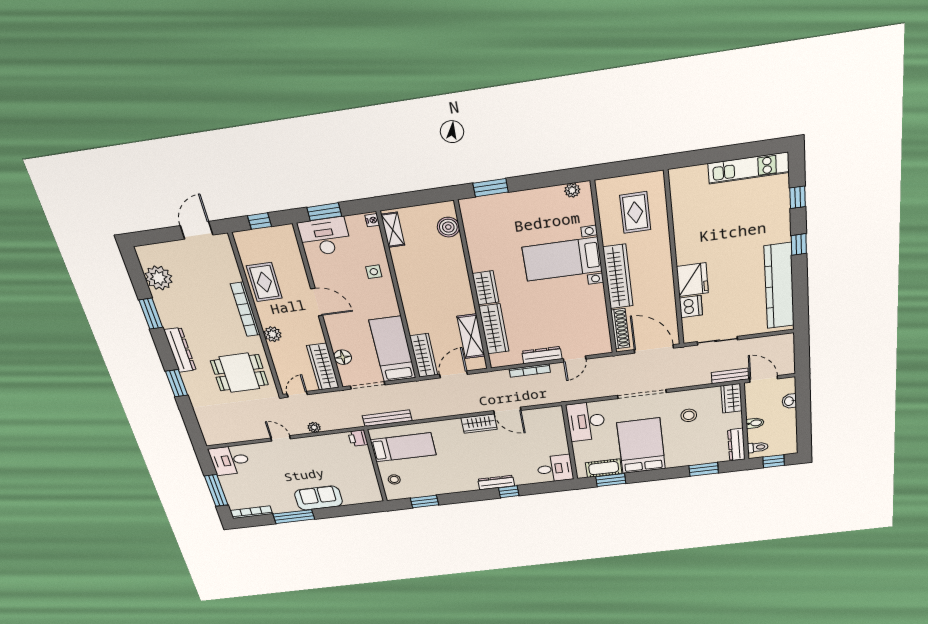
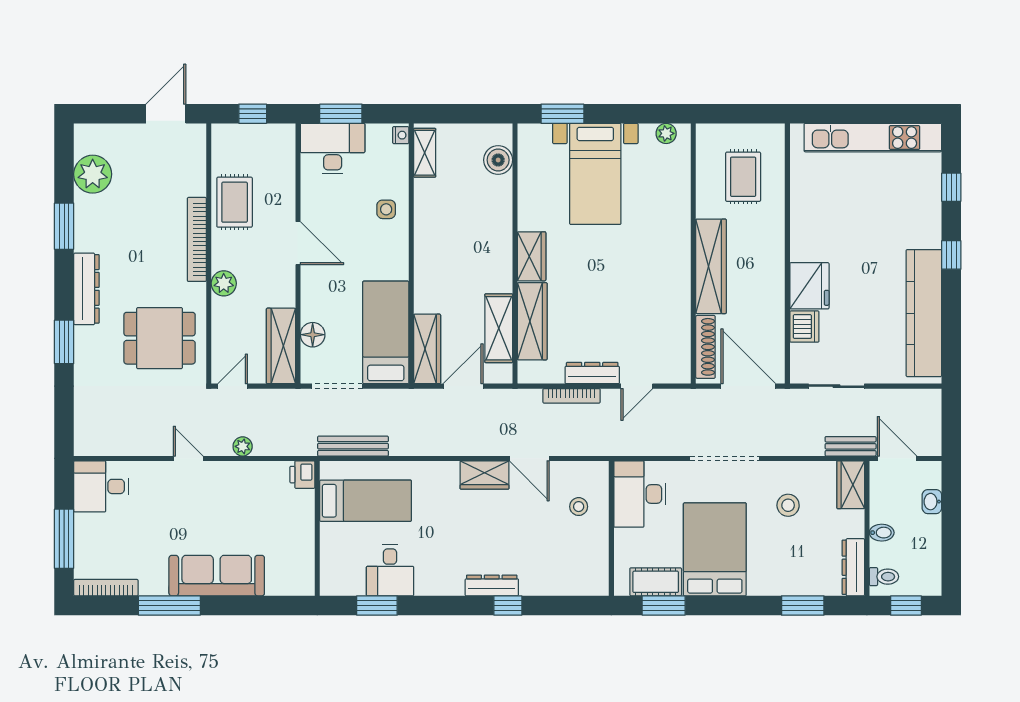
kitchen unit: (749, 168) -> (873, 138), width x1.36
bed with nightstands: (562, 259) -> (595, 174), moved, turned -90
desk: (555, 469) -> (390, 570), moved, turned 90
stool: (394, 479) -> (579, 507), moved
sofa: (319, 498) -> (217, 576), width x1.36

